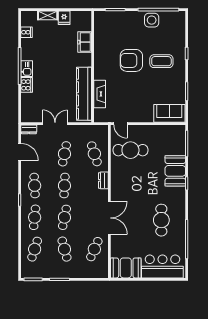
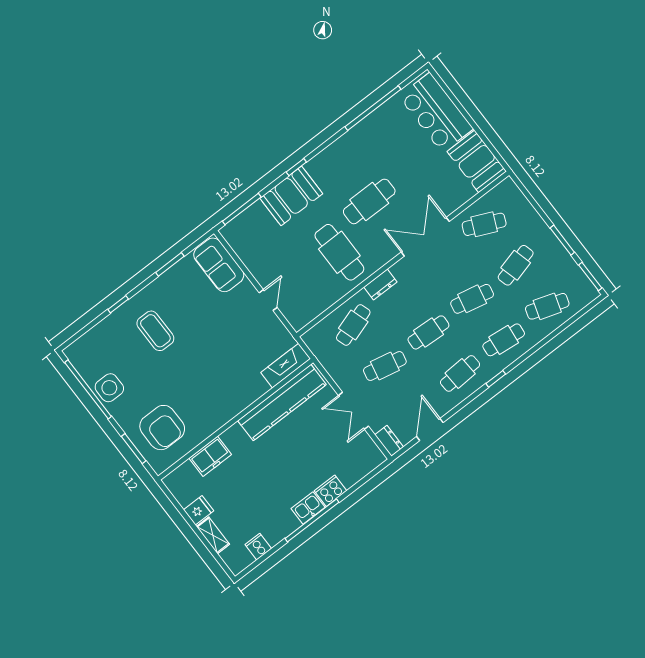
armchair: (131, 60) -> (162, 428), moved
fireplace: (100, 94) -> (286, 366), moved
door: (120, 124) -> (268, 300), moved
cafe table: (130, 150) -> (339, 252), moved
cafe table: (161, 220) -> (369, 201), moved

